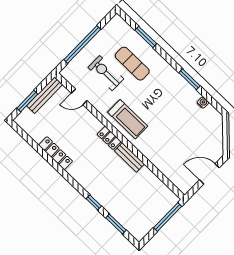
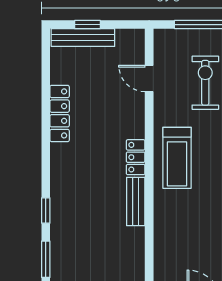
bench: (45, 95) -> (83, 38), moved
window: (27, 101) -> (87, 25), width x0.67

